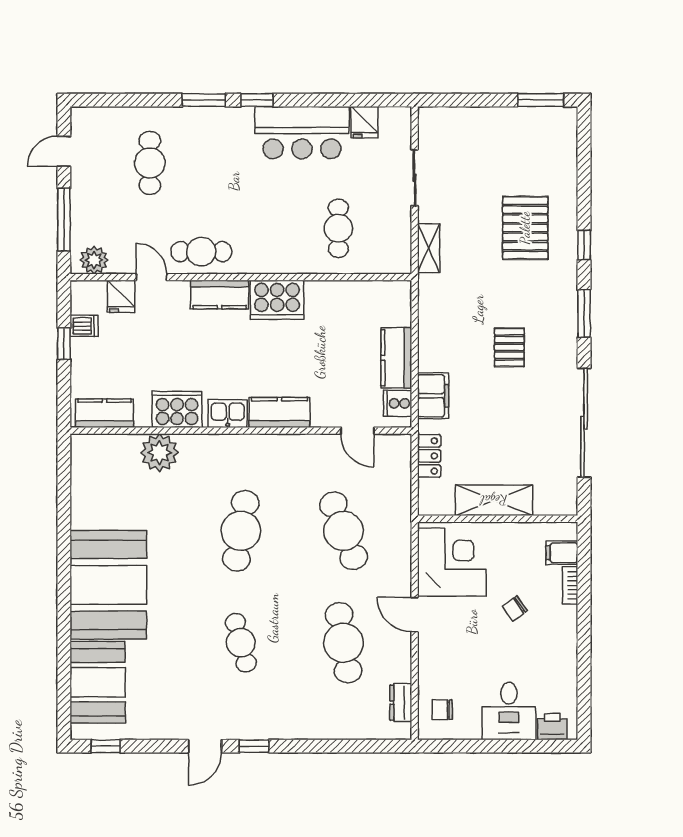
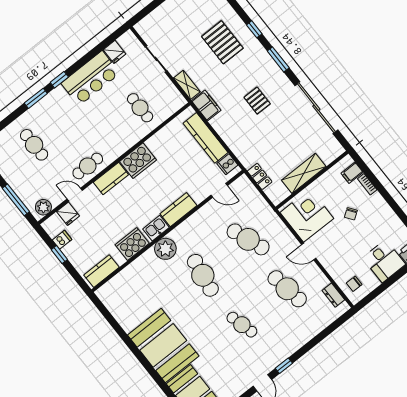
kitchen counter: (396, 358) -> (206, 138), width x1.50
filing cabinet: (433, 396) -> (206, 105), moved
plant: (160, 453) -> (165, 249), moved

